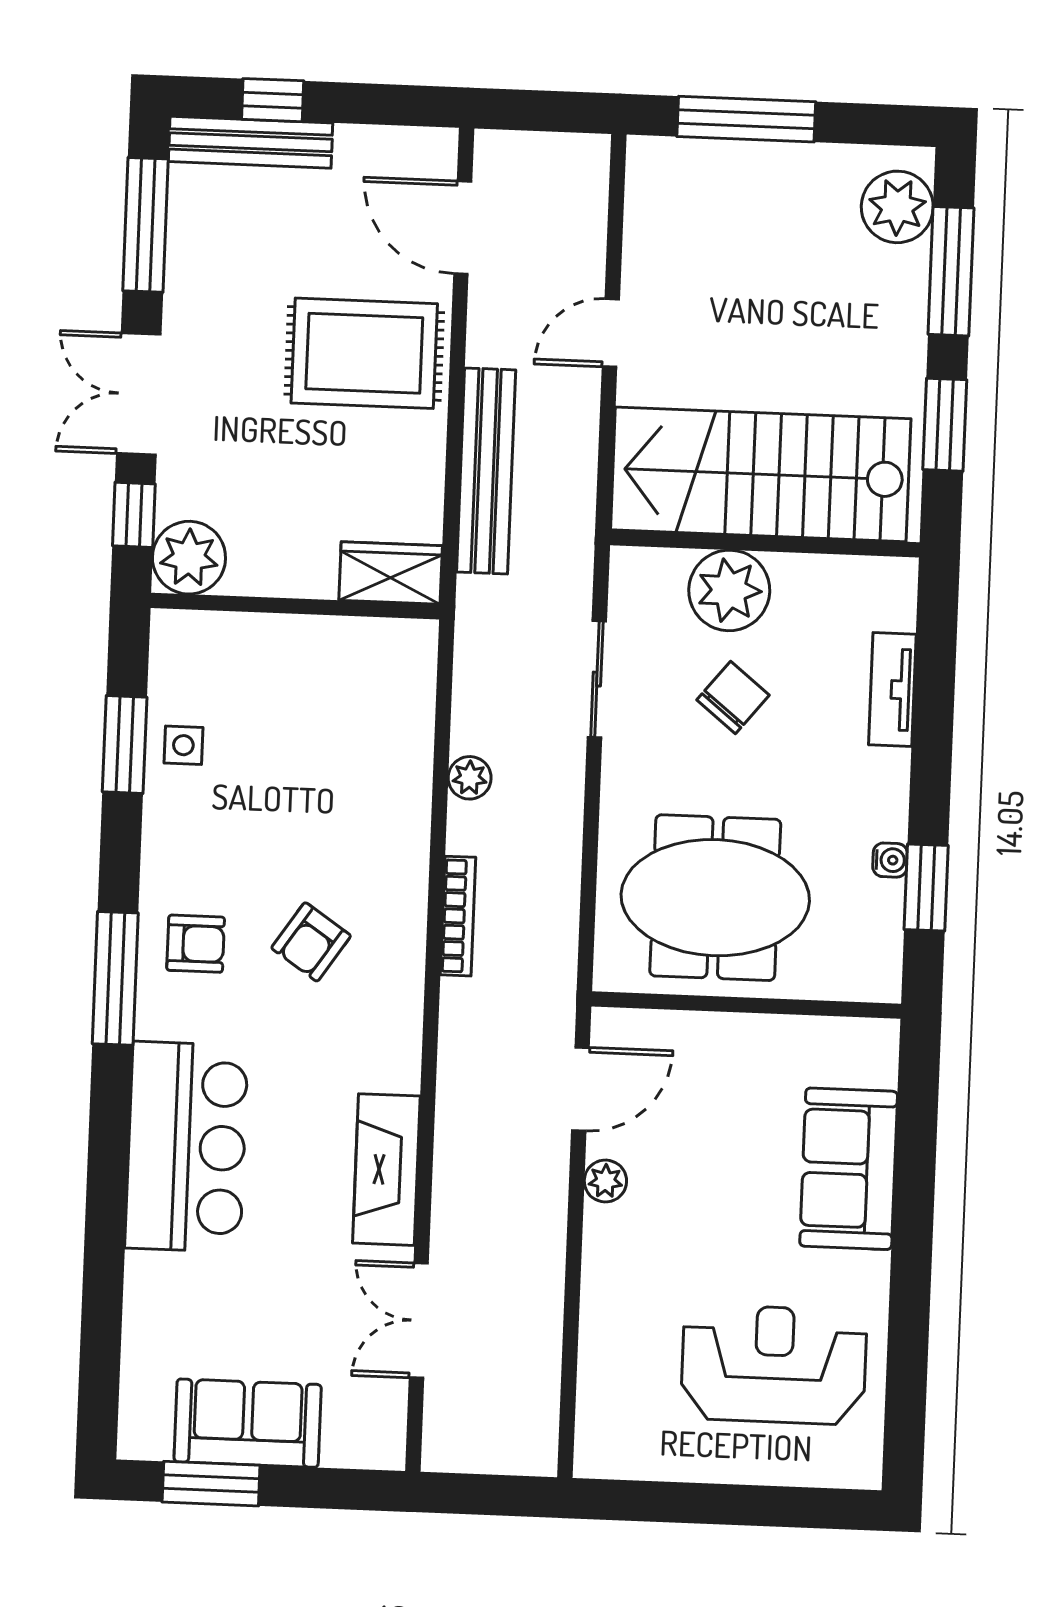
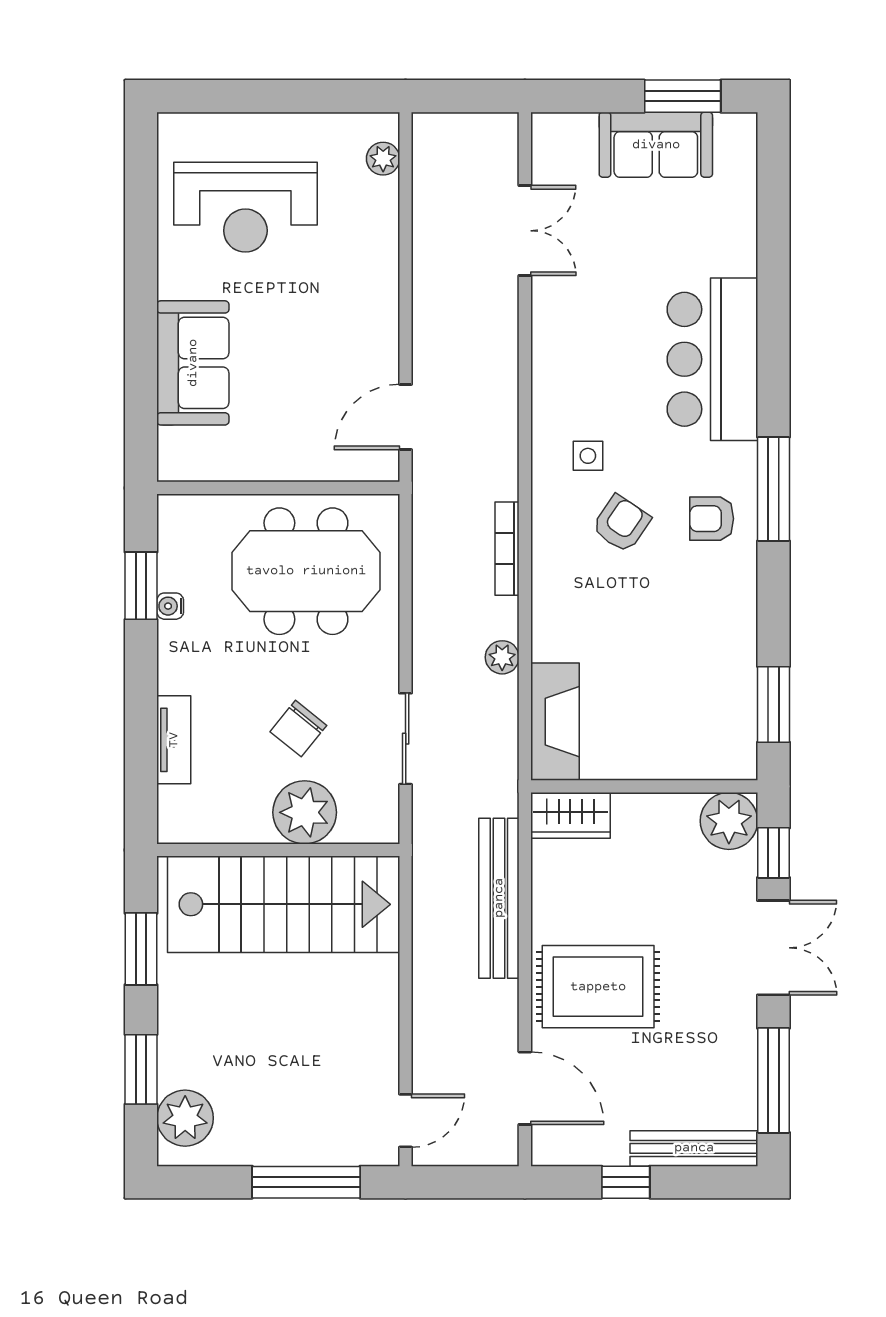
window: (273, 100) -> (626, 1182), moved
window: (951, 271) -> (141, 1069), width x0.69
door: (611, 333) -> (406, 1121), moved
window: (125, 745) -> (774, 704), moved
side table: (183, 745) -> (588, 456), moved
fireplace: (386, 1170) -> (555, 722), moved
plant: (605, 1181) -> (383, 159), moved

